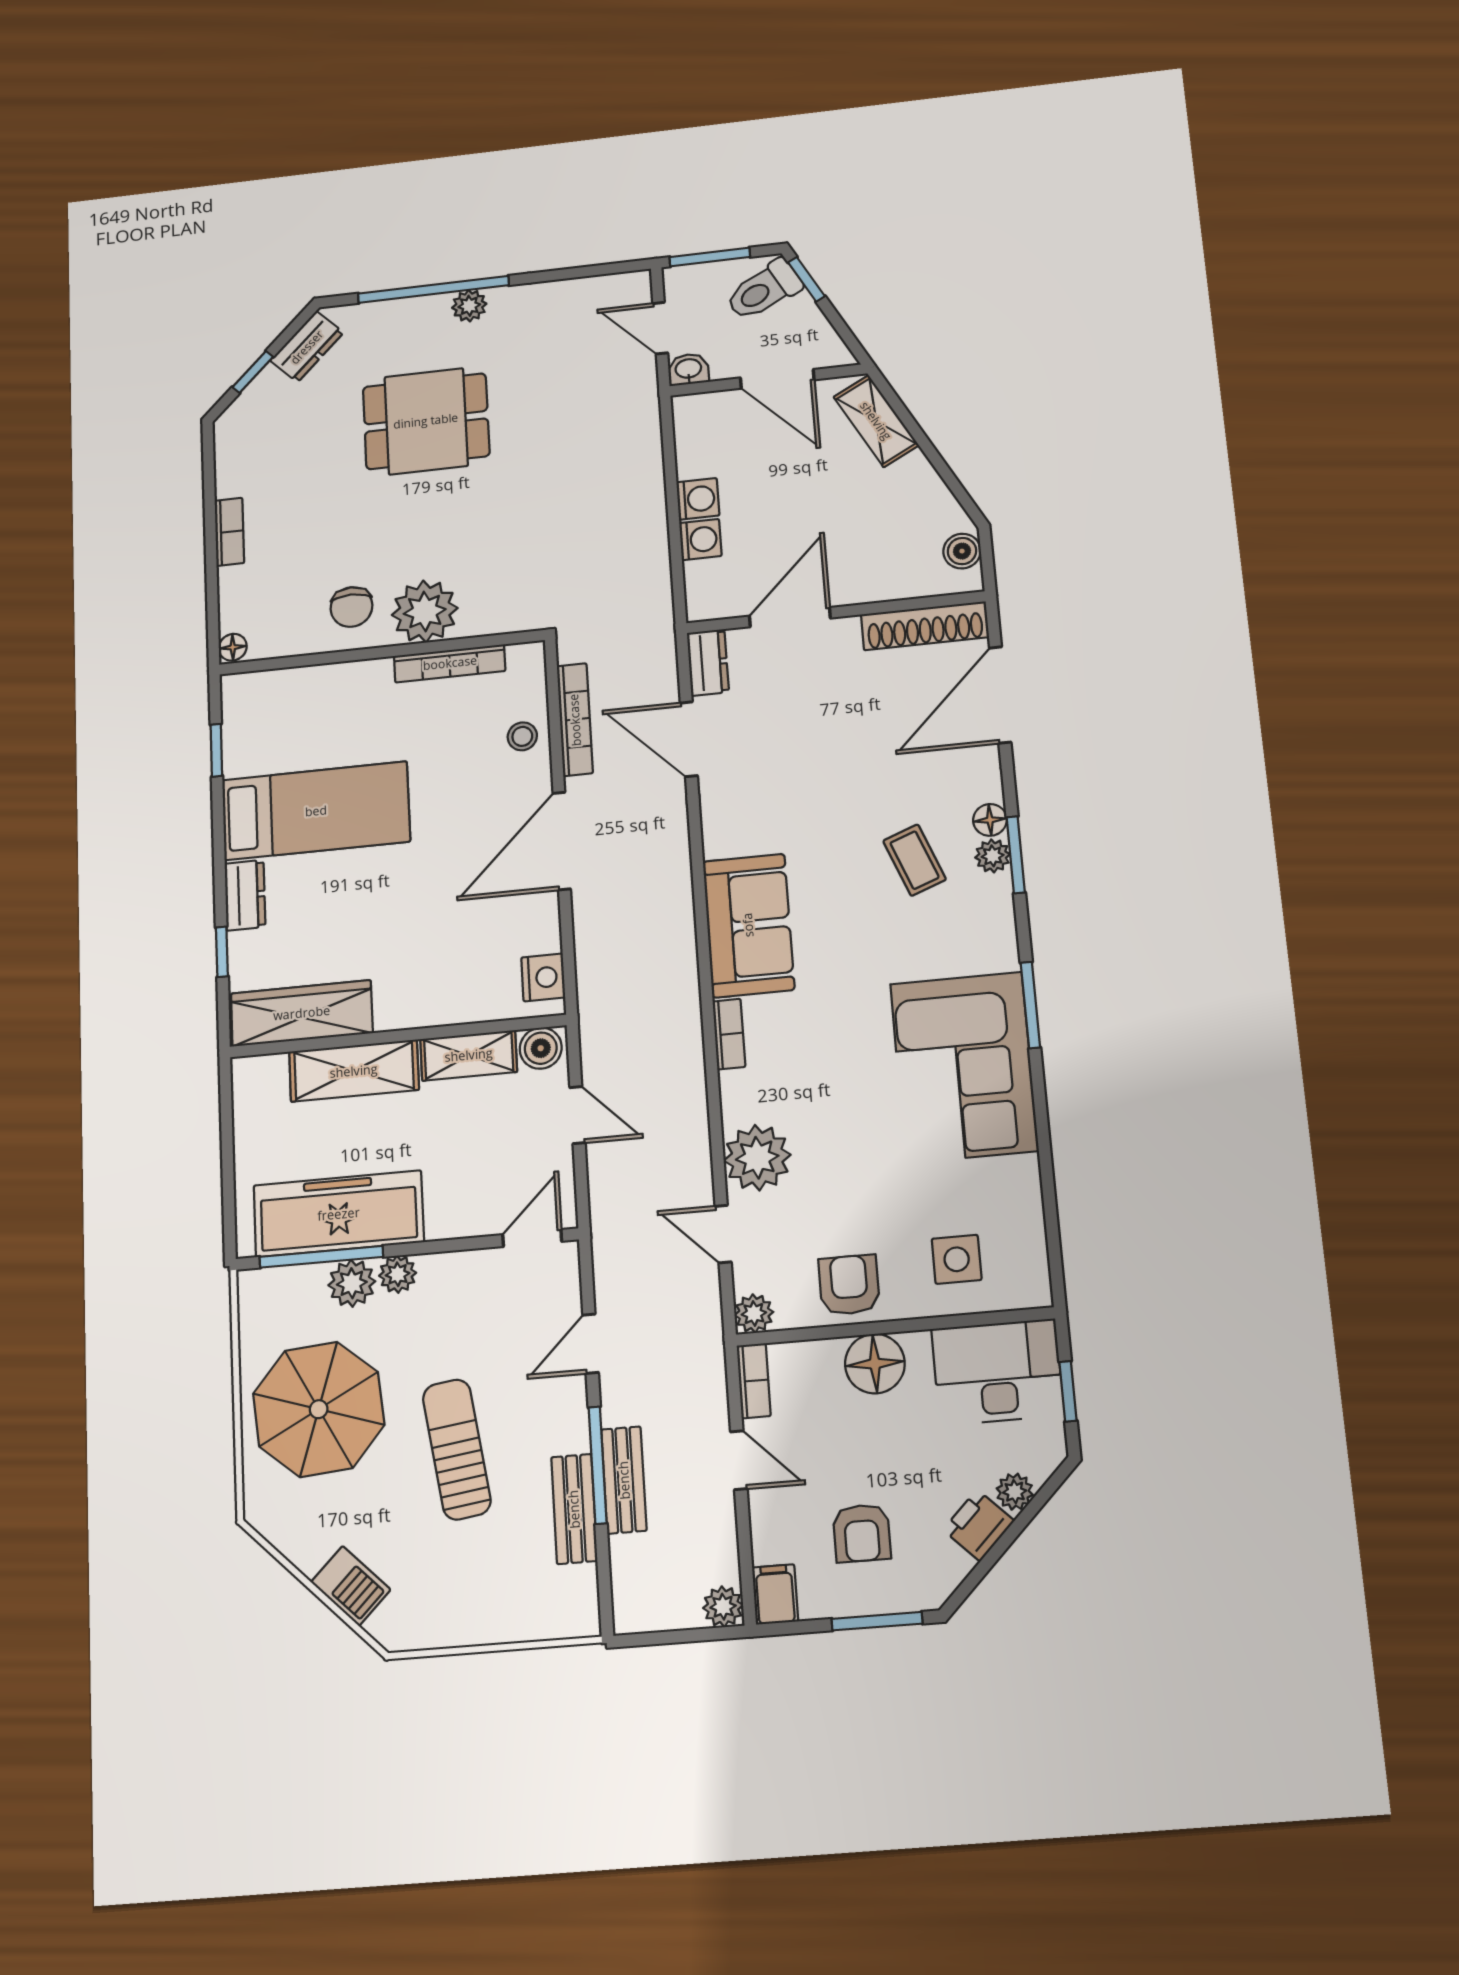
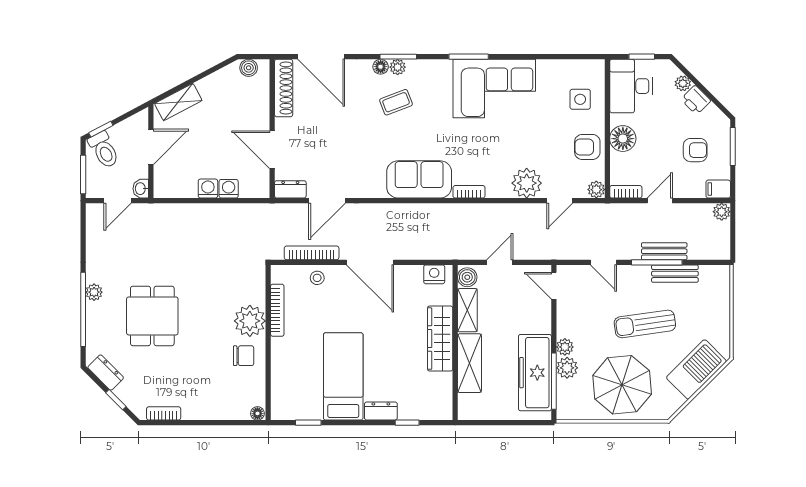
bookcase: (229, 532) -> (164, 413), moved
wardrobe: (302, 1013) -> (440, 339), moved
barbecue: (351, 1586) -> (696, 369), width x1.88, depth x1.53

